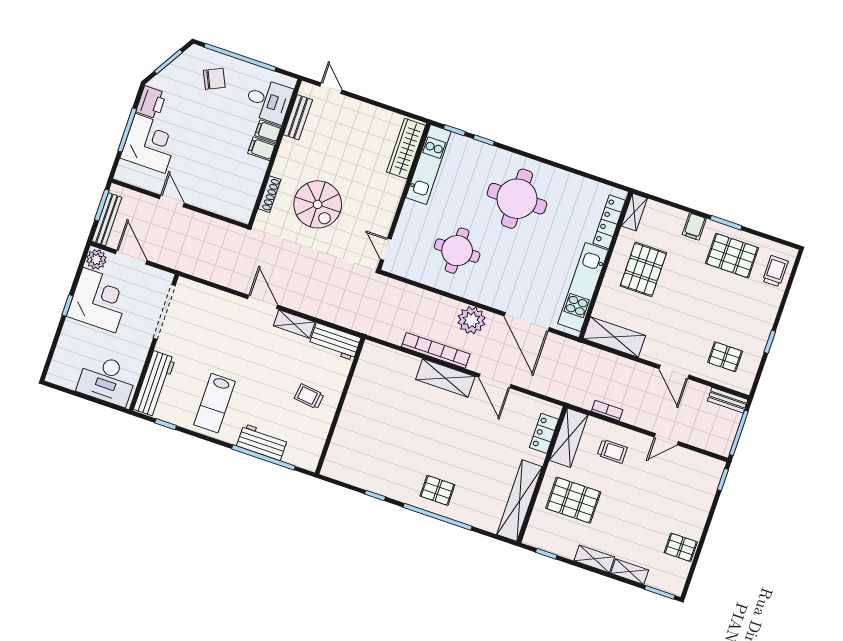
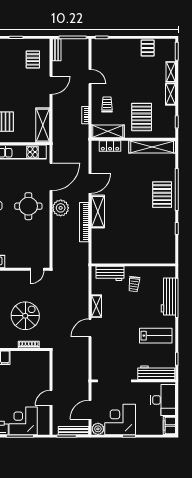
round table: (457, 251) -> (28, 206), moved
workbench: (335, 342) -> (110, 273), moved, turned 90
filing cabinet: (63, 376) -> (169, 426), added
workbench: (262, 442) -> (168, 297), width x1.38
pallet: (437, 490) -> (162, 195), width x1.50, depth x1.42

